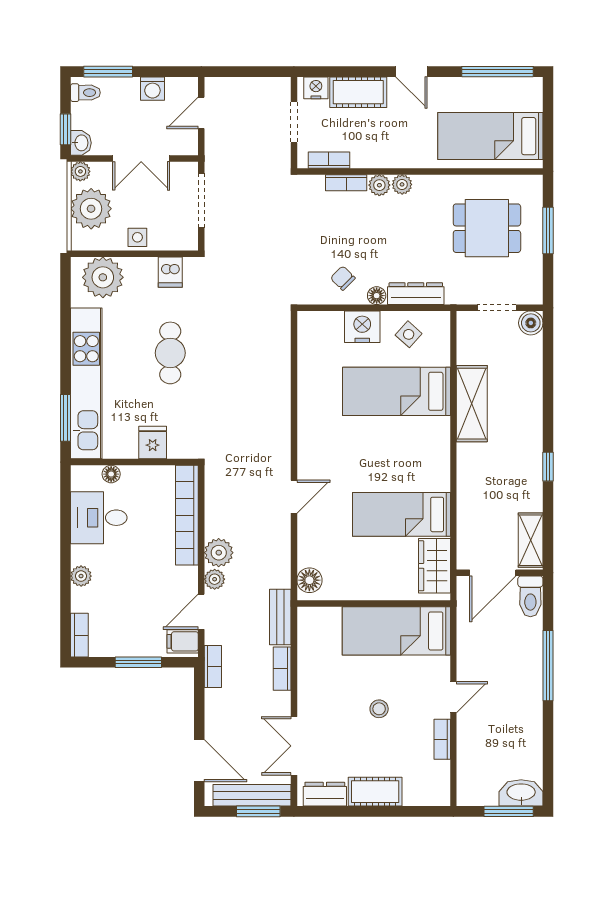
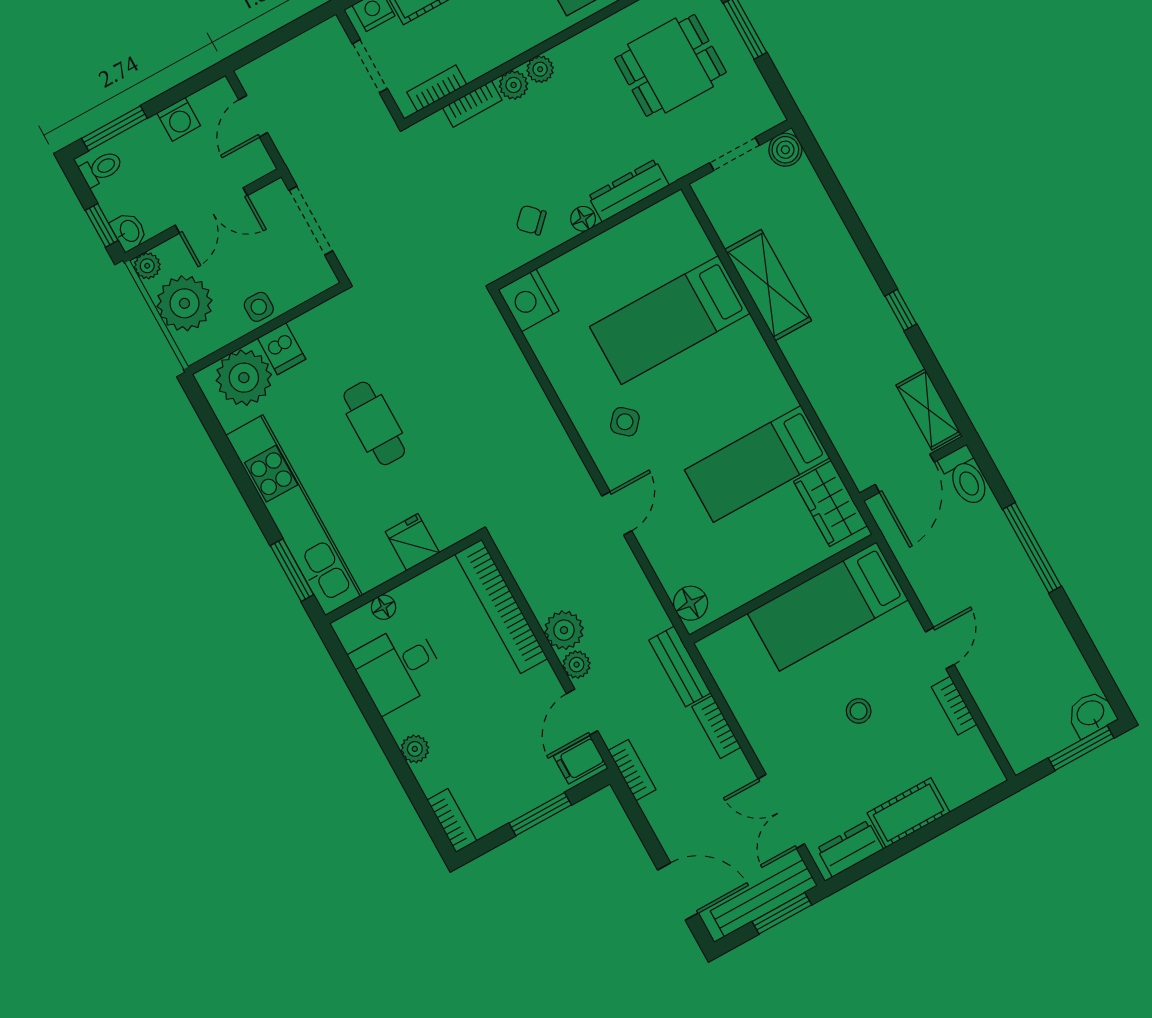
dishwasher: (170, 272) -> (282, 349), moved
nightstand: (362, 327) -> (529, 300), moved, turned -90
side table: (409, 334) -> (625, 422), moved
washbasin: (521, 793) -> (1091, 714), width x0.72

